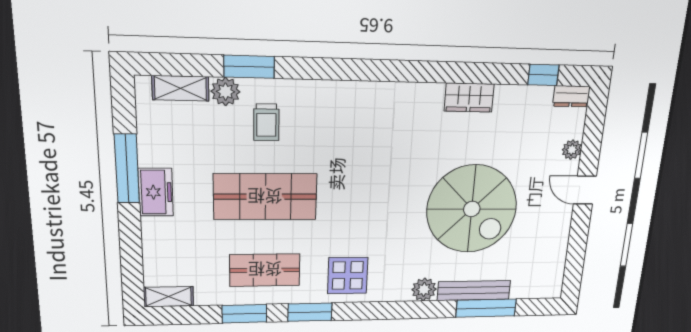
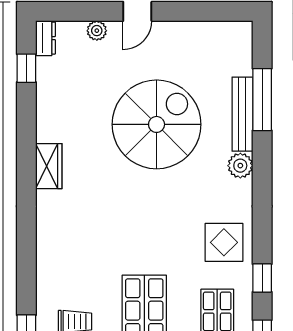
wardrobe: (469, 97) -> (49, 166), moved
window: (310, 312) -> (262, 278), width x0.67

